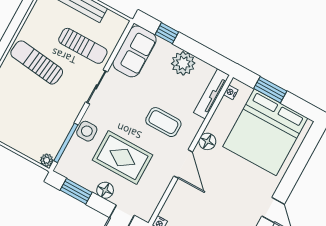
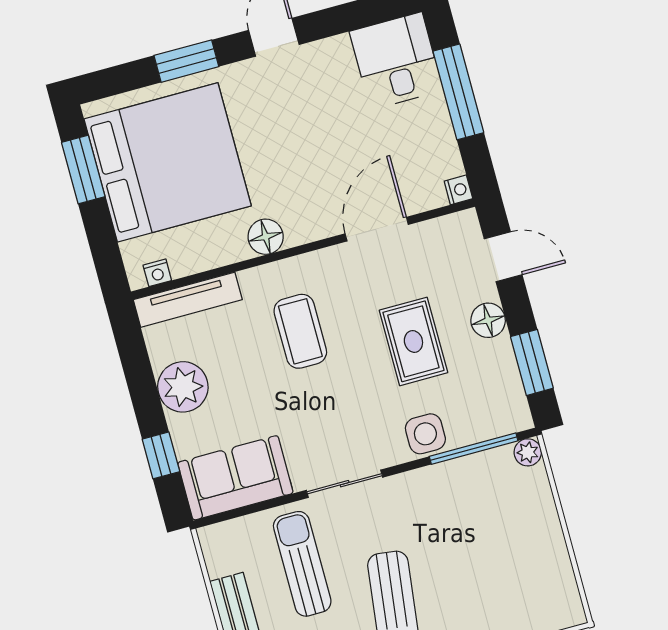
window: (270, 90) -> (83, 170), moved
rug: (122, 158) -> (413, 341), width x0.73, depth x0.70
door: (183, 164) -> (377, 229), moved
window: (294, 172) -> (186, 61), added

